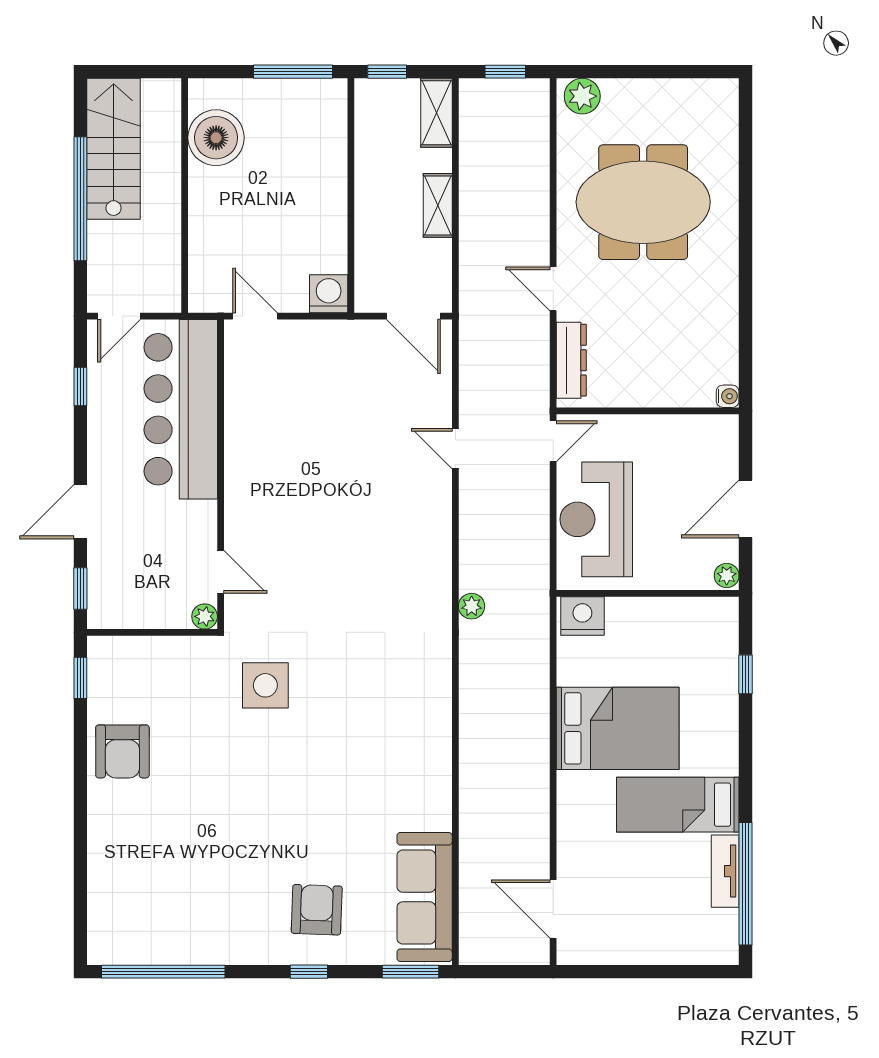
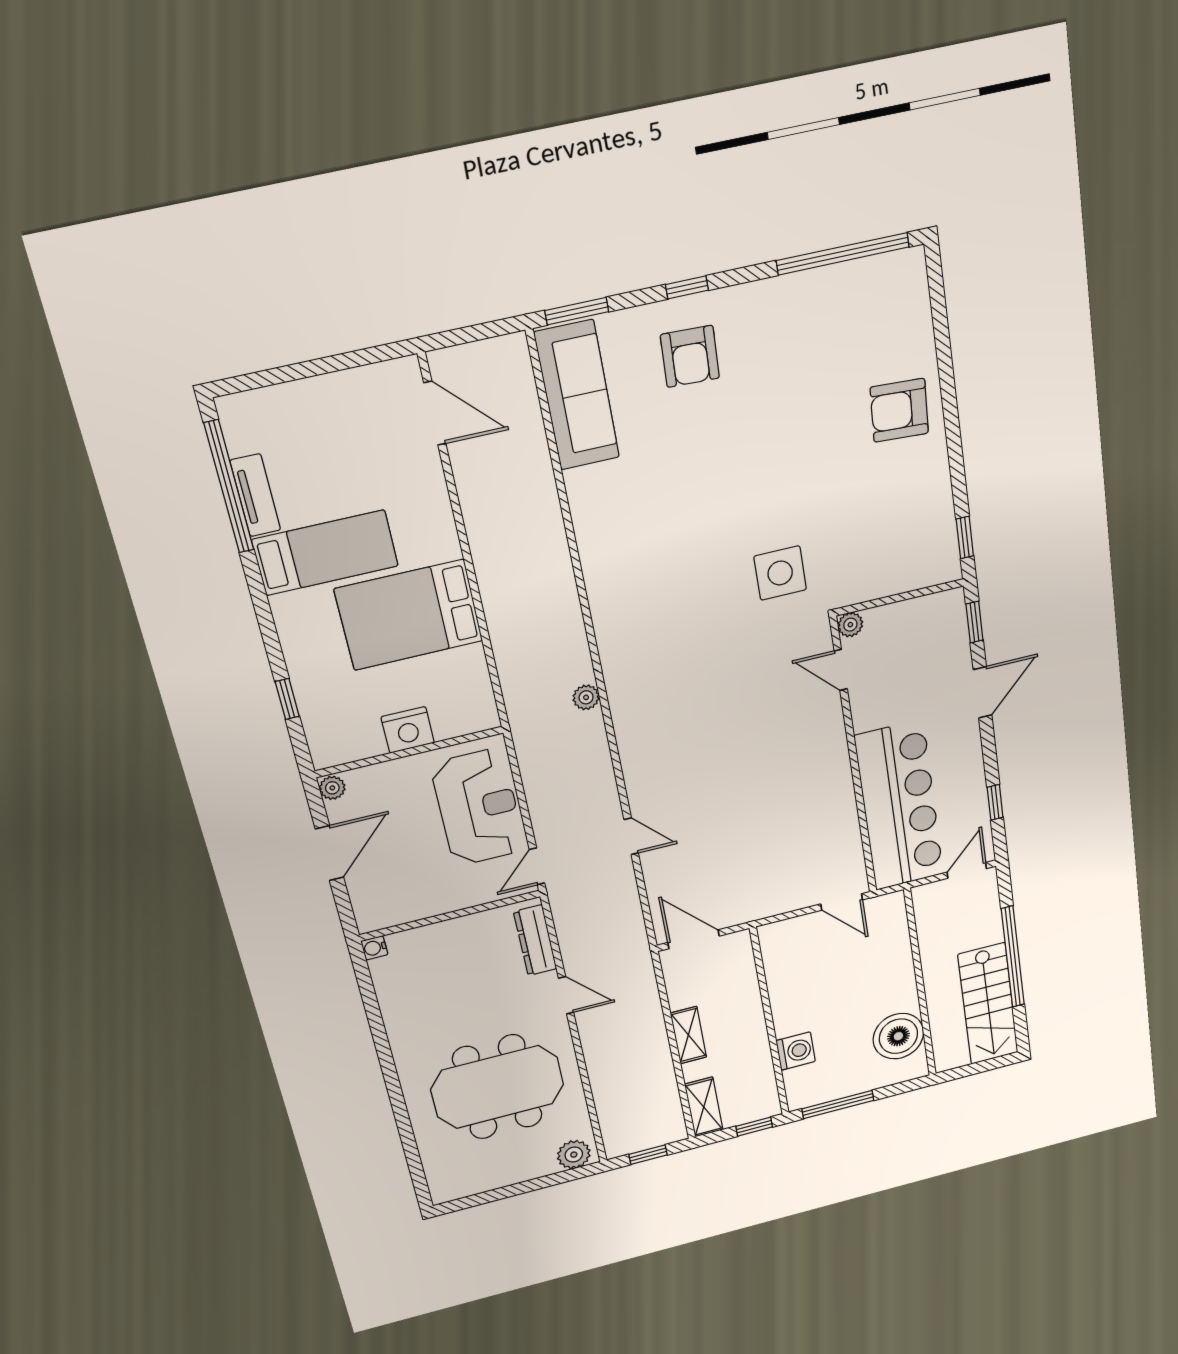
washing machine: (329, 294) -> (796, 1051), moved, turned -90
nightstand: (582, 616) -> (408, 730), moved
armchair: (122, 751) -> (899, 410), moved, turned -87

